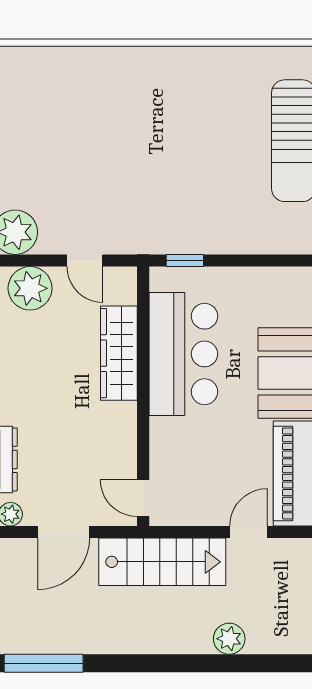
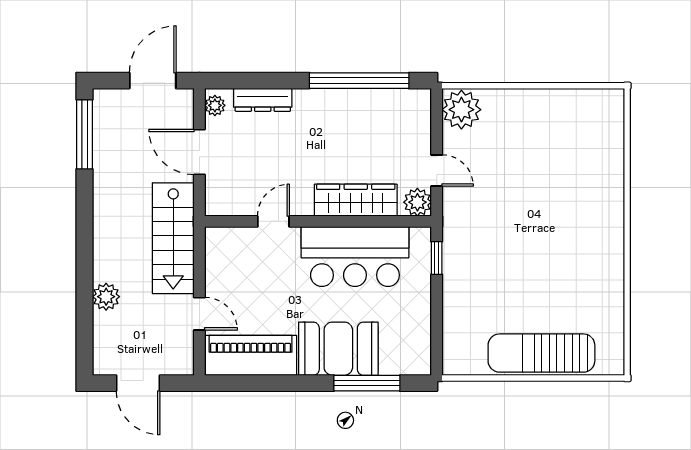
door: (85, 260) -> (437, 171), swing flipped
plant: (30, 288) -> (417, 202), moved, width x0.73, depth x0.73
door: (143, 498) -> (273, 221), moved

